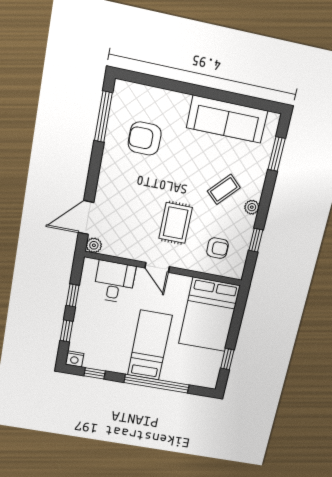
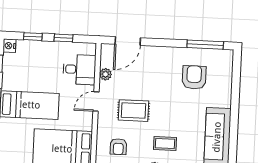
coffee table: (224, 189) -> (165, 144), turned -43
door: (86, 218) -> (128, 41), swing flipped
plant: (94, 245) -> (106, 74), moved

